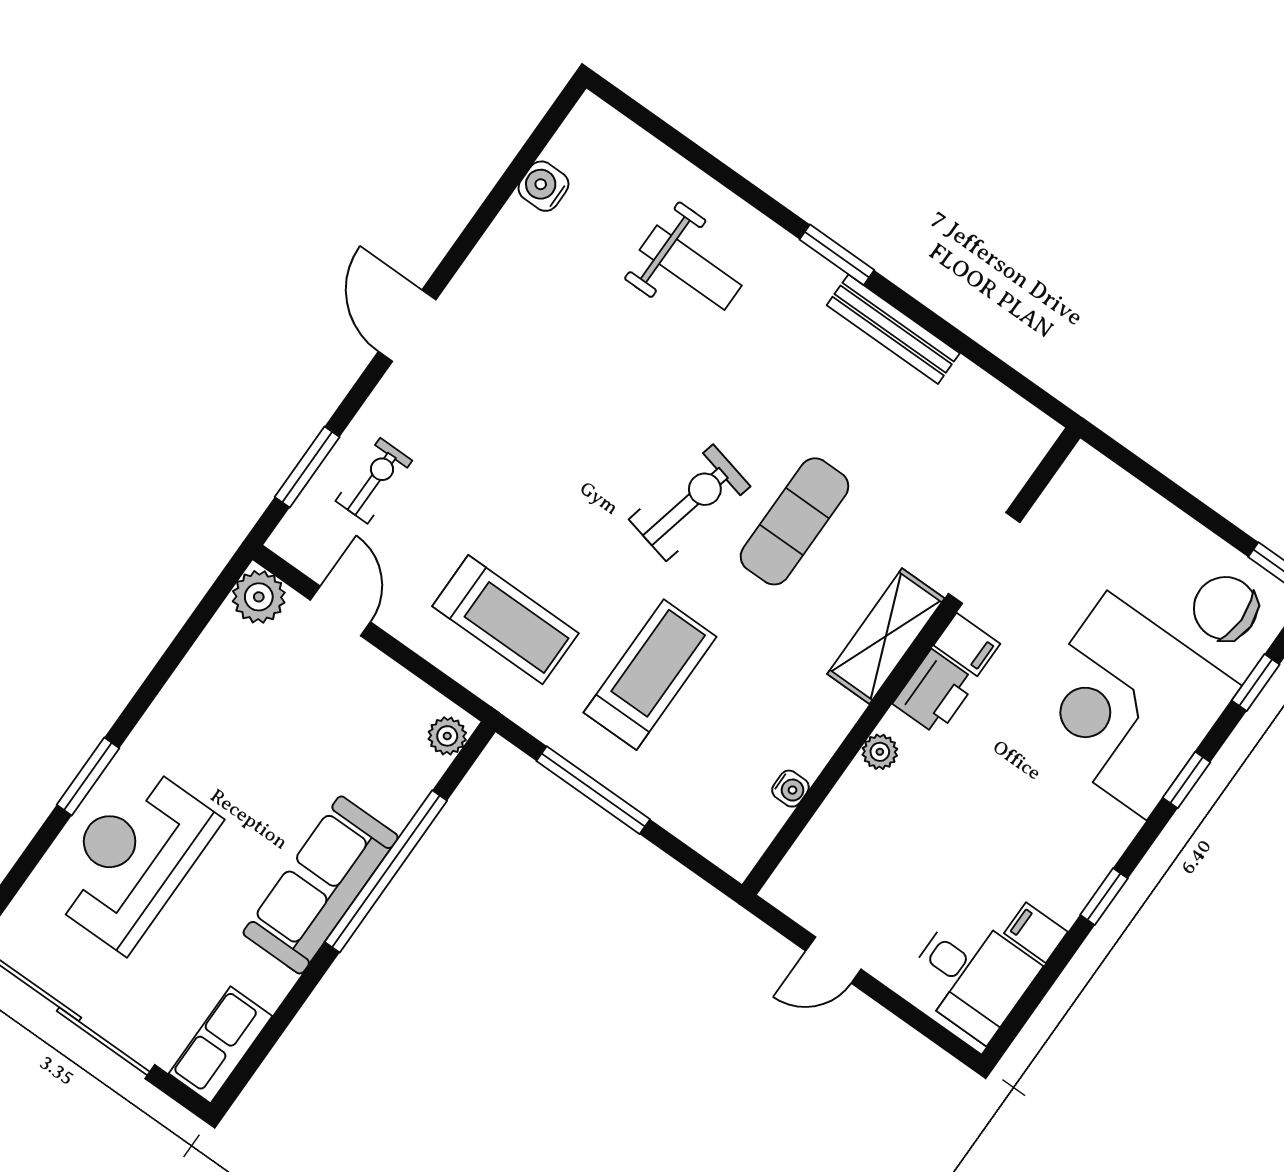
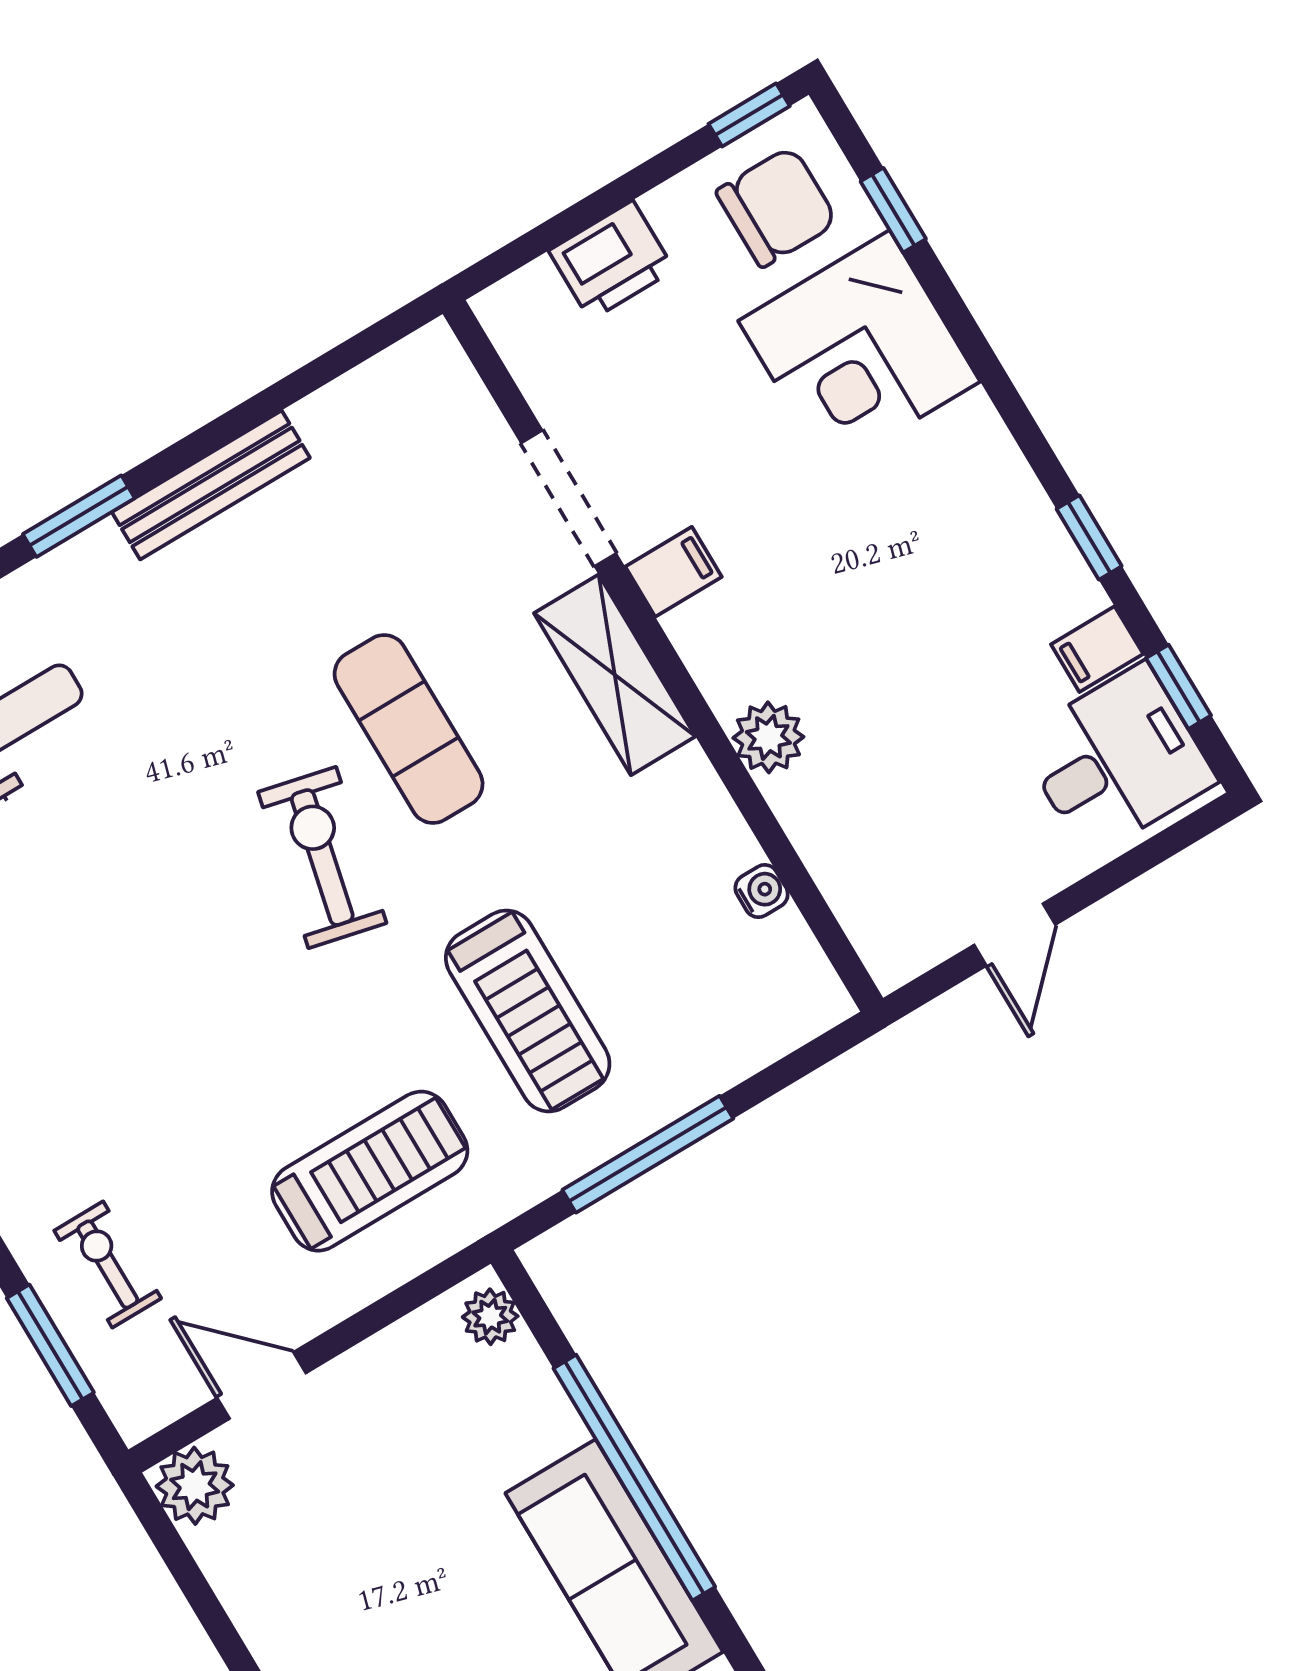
chair: (1225, 608) -> (777, 207), turned 180
treadmill: (650, 675) -> (528, 1011), turned 180
printer: (935, 692) -> (612, 260), moved, turned 90
corner desk: (1127, 705) -> (859, 351), width x0.74, depth x0.74
plant: (880, 752) -> (768, 737), width x1.38, depth x1.38
window: (1186, 780) -> (1179, 687), moved

